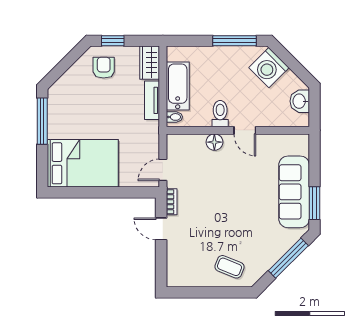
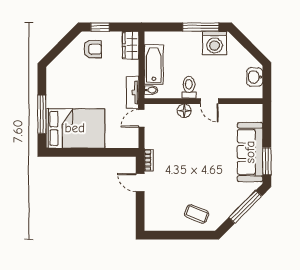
armchair: (104, 68) -> (93, 49), turned 90
washing machine: (269, 68) -> (215, 43), moved, turned -45
tv unit: (152, 100) -> (133, 92), moved
window: (42, 121) -> (42, 114), moved
door: (163, 170) -> (142, 118), moved

